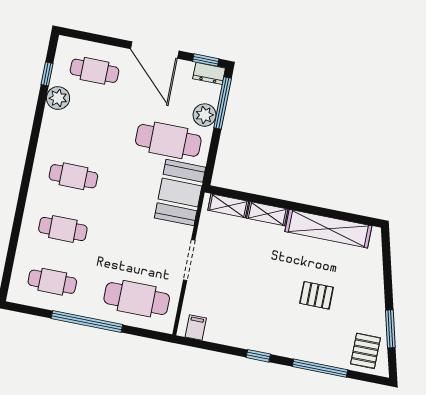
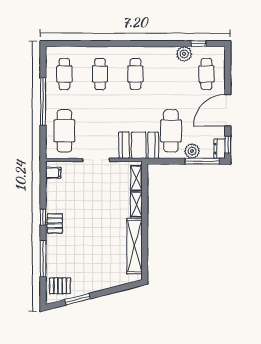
pallet: (317, 295) -> (55, 223), moved

